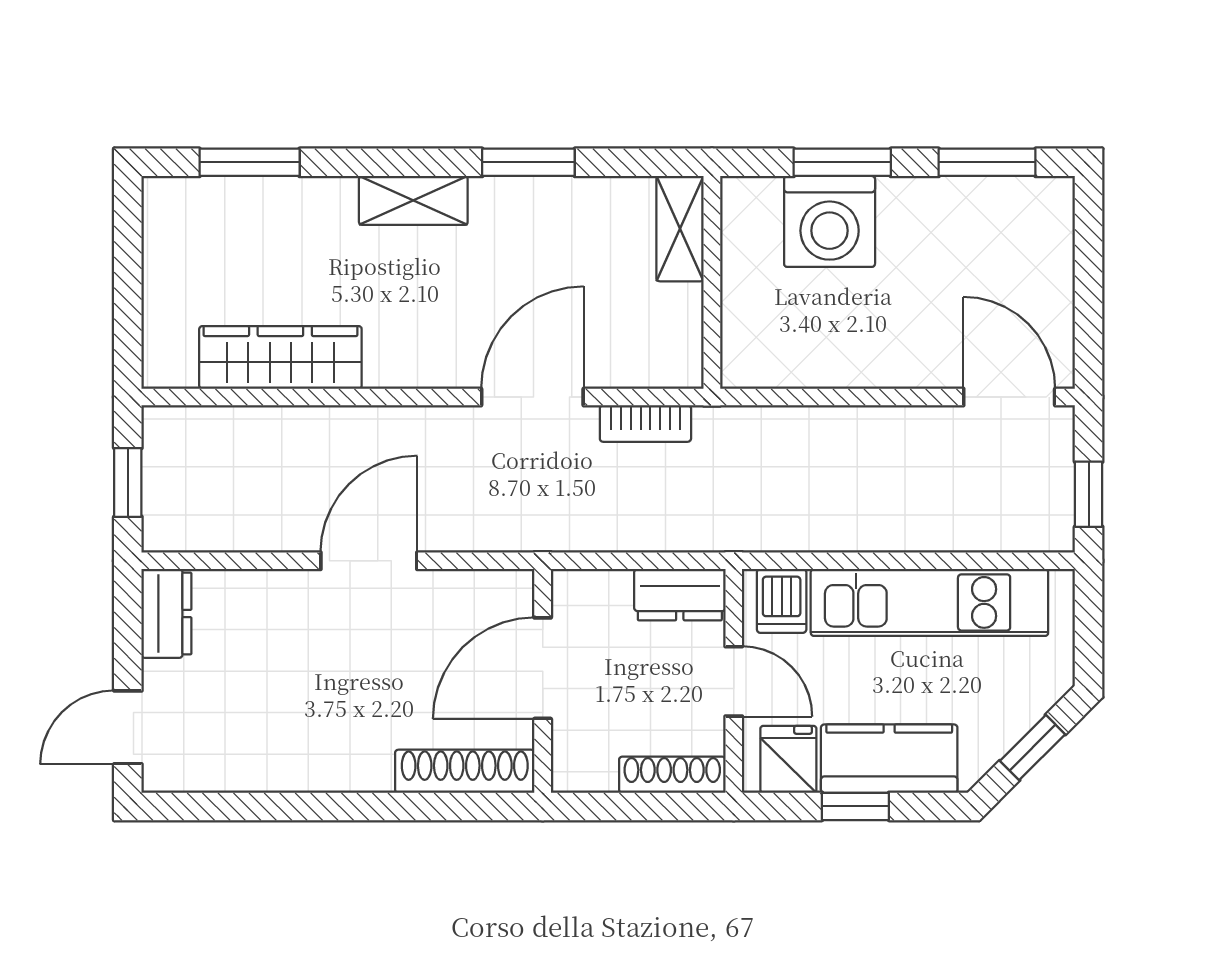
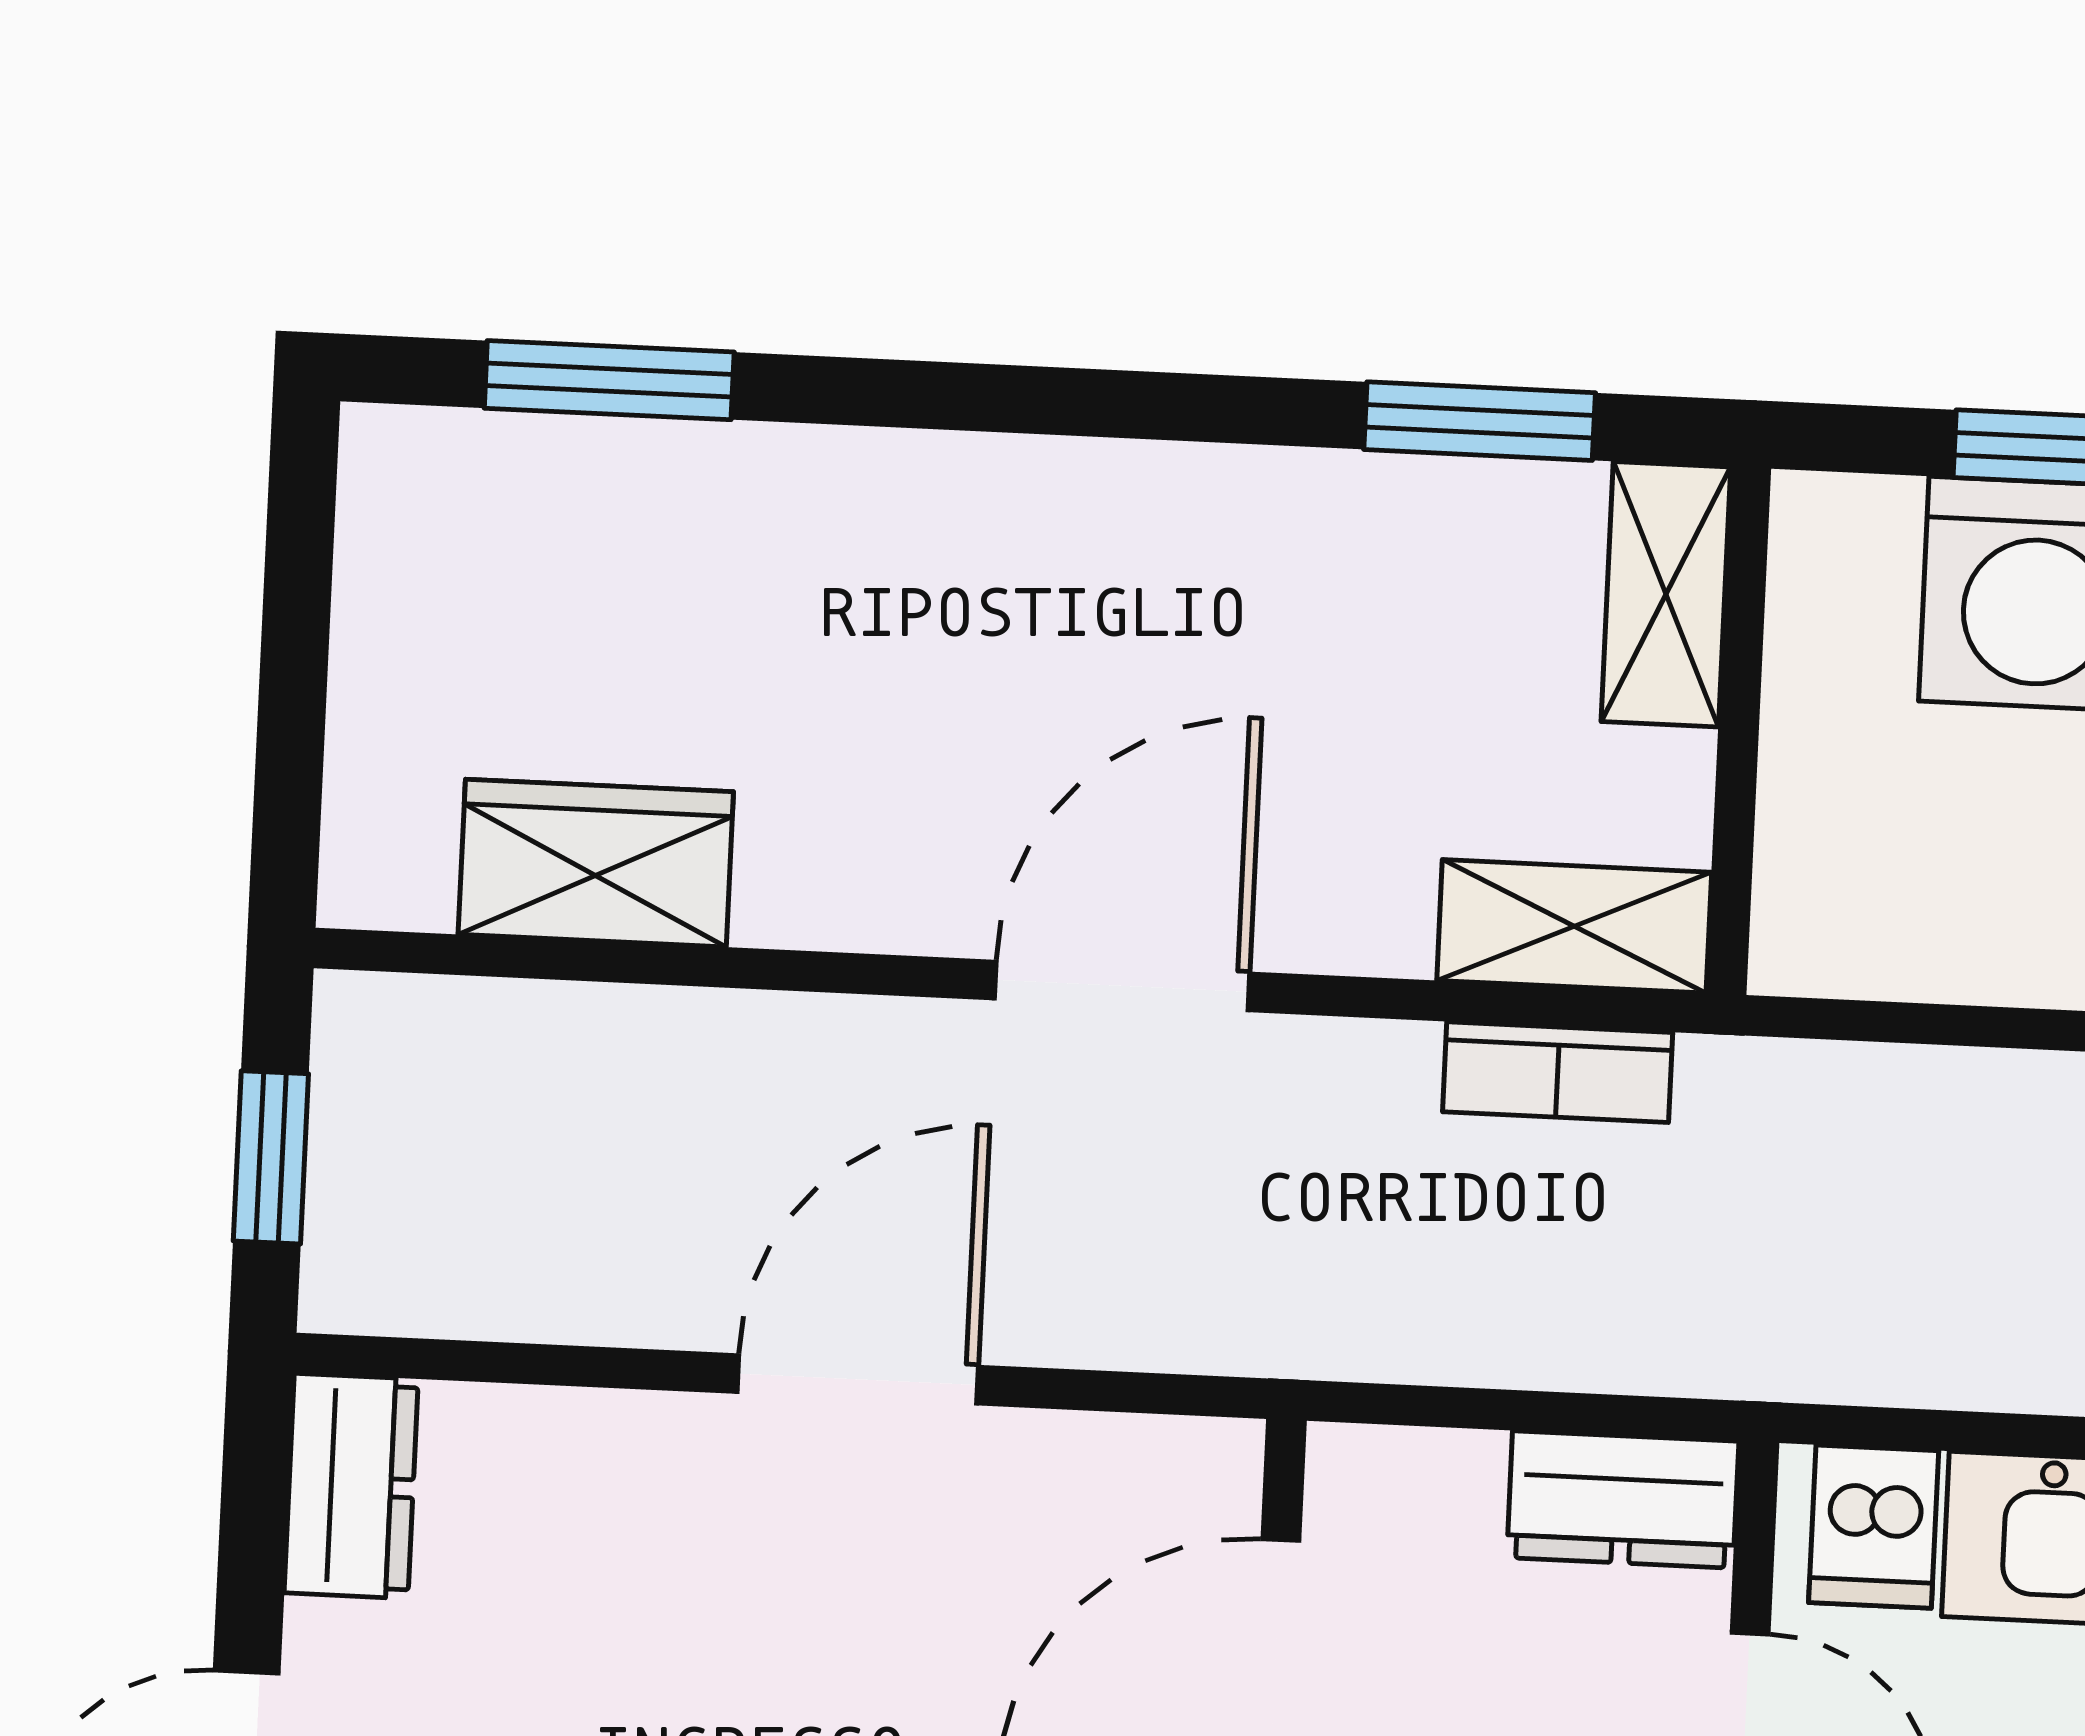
window: (528, 162) -> (1480, 421), moved
shelving: (413, 200) -> (1574, 926), moved
wardrobe: (280, 357) -> (596, 863), width x0.67
door: (532, 397) -> (1122, 986), moved

